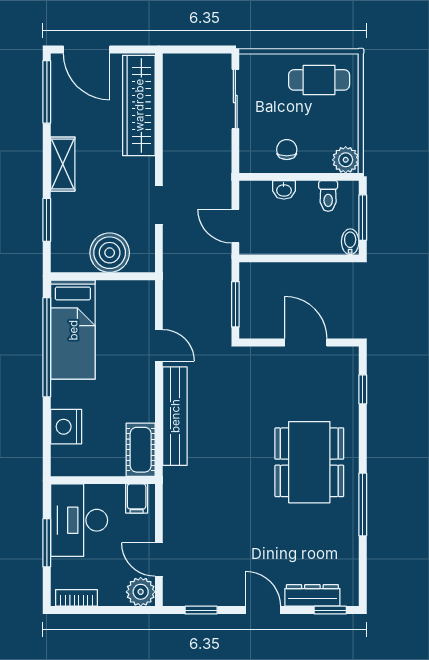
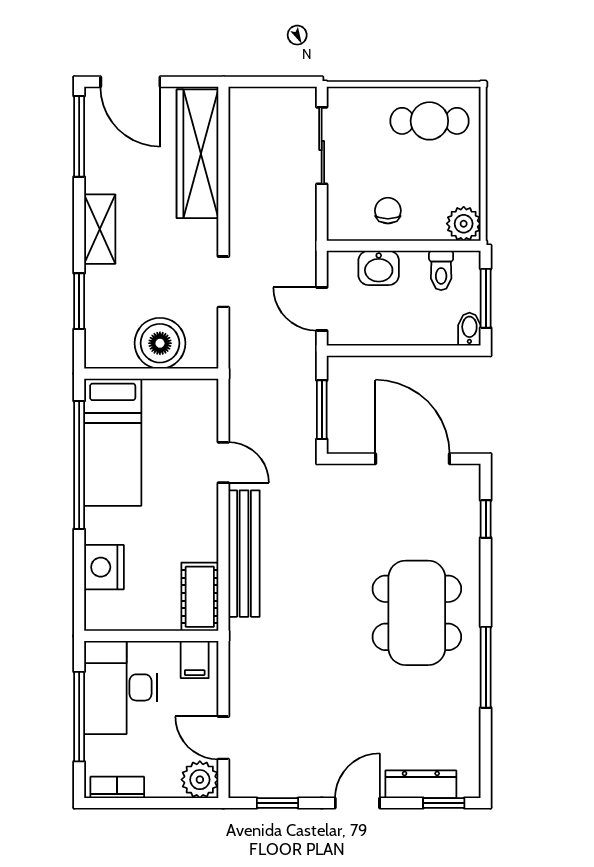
washbasin: (284, 190) -> (379, 268), width x1.38, depth x1.45
door: (306, 343) -> (412, 459), width x1.36
window: (47, 543) -> (79, 717), width x1.44
door: (263, 610) -> (357, 803), hinge flipped

